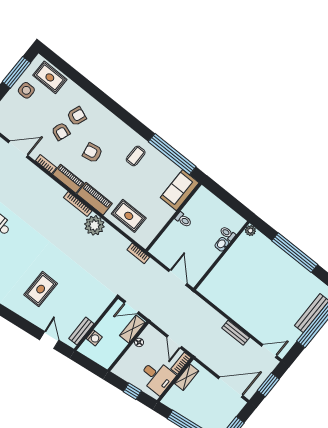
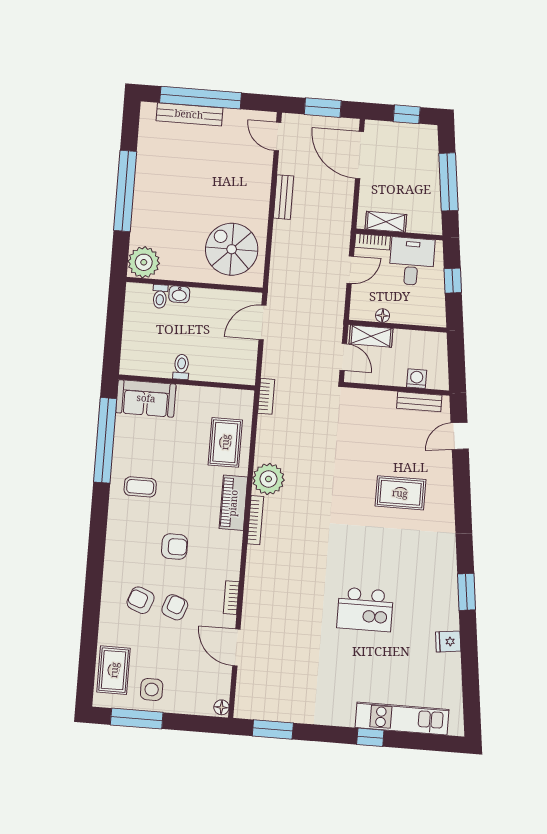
armchair: (93, 153) -> (175, 547), turned -80
piano: (68, 179) -> (231, 555), removed
plant: (250, 231) -> (144, 262), width x1.88, depth x1.88
spiral stairs: (227, 287) -> (232, 249), added

